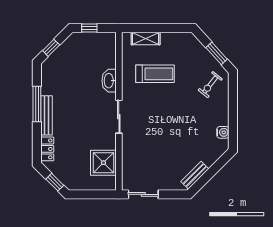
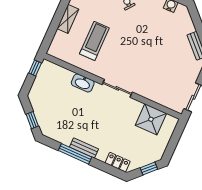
window: (89, 28) -> (35, 68), moved
shelving: (146, 38) -> (68, 19), moved
bench: (47, 115) -> (84, 148), width x0.73

